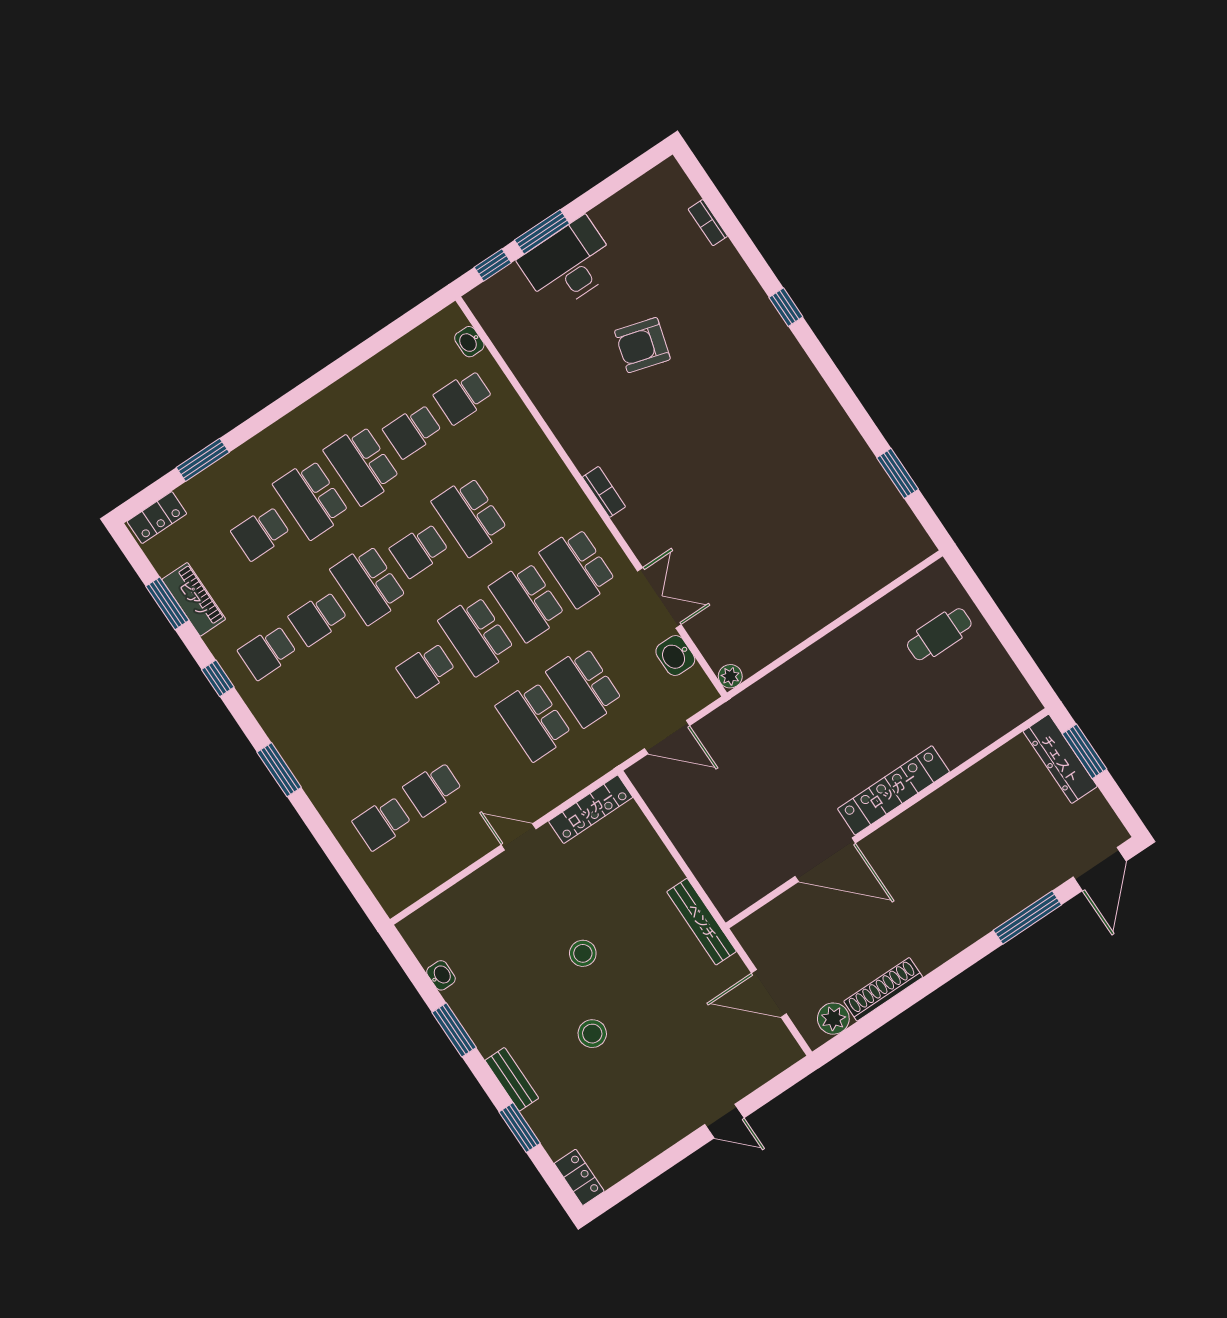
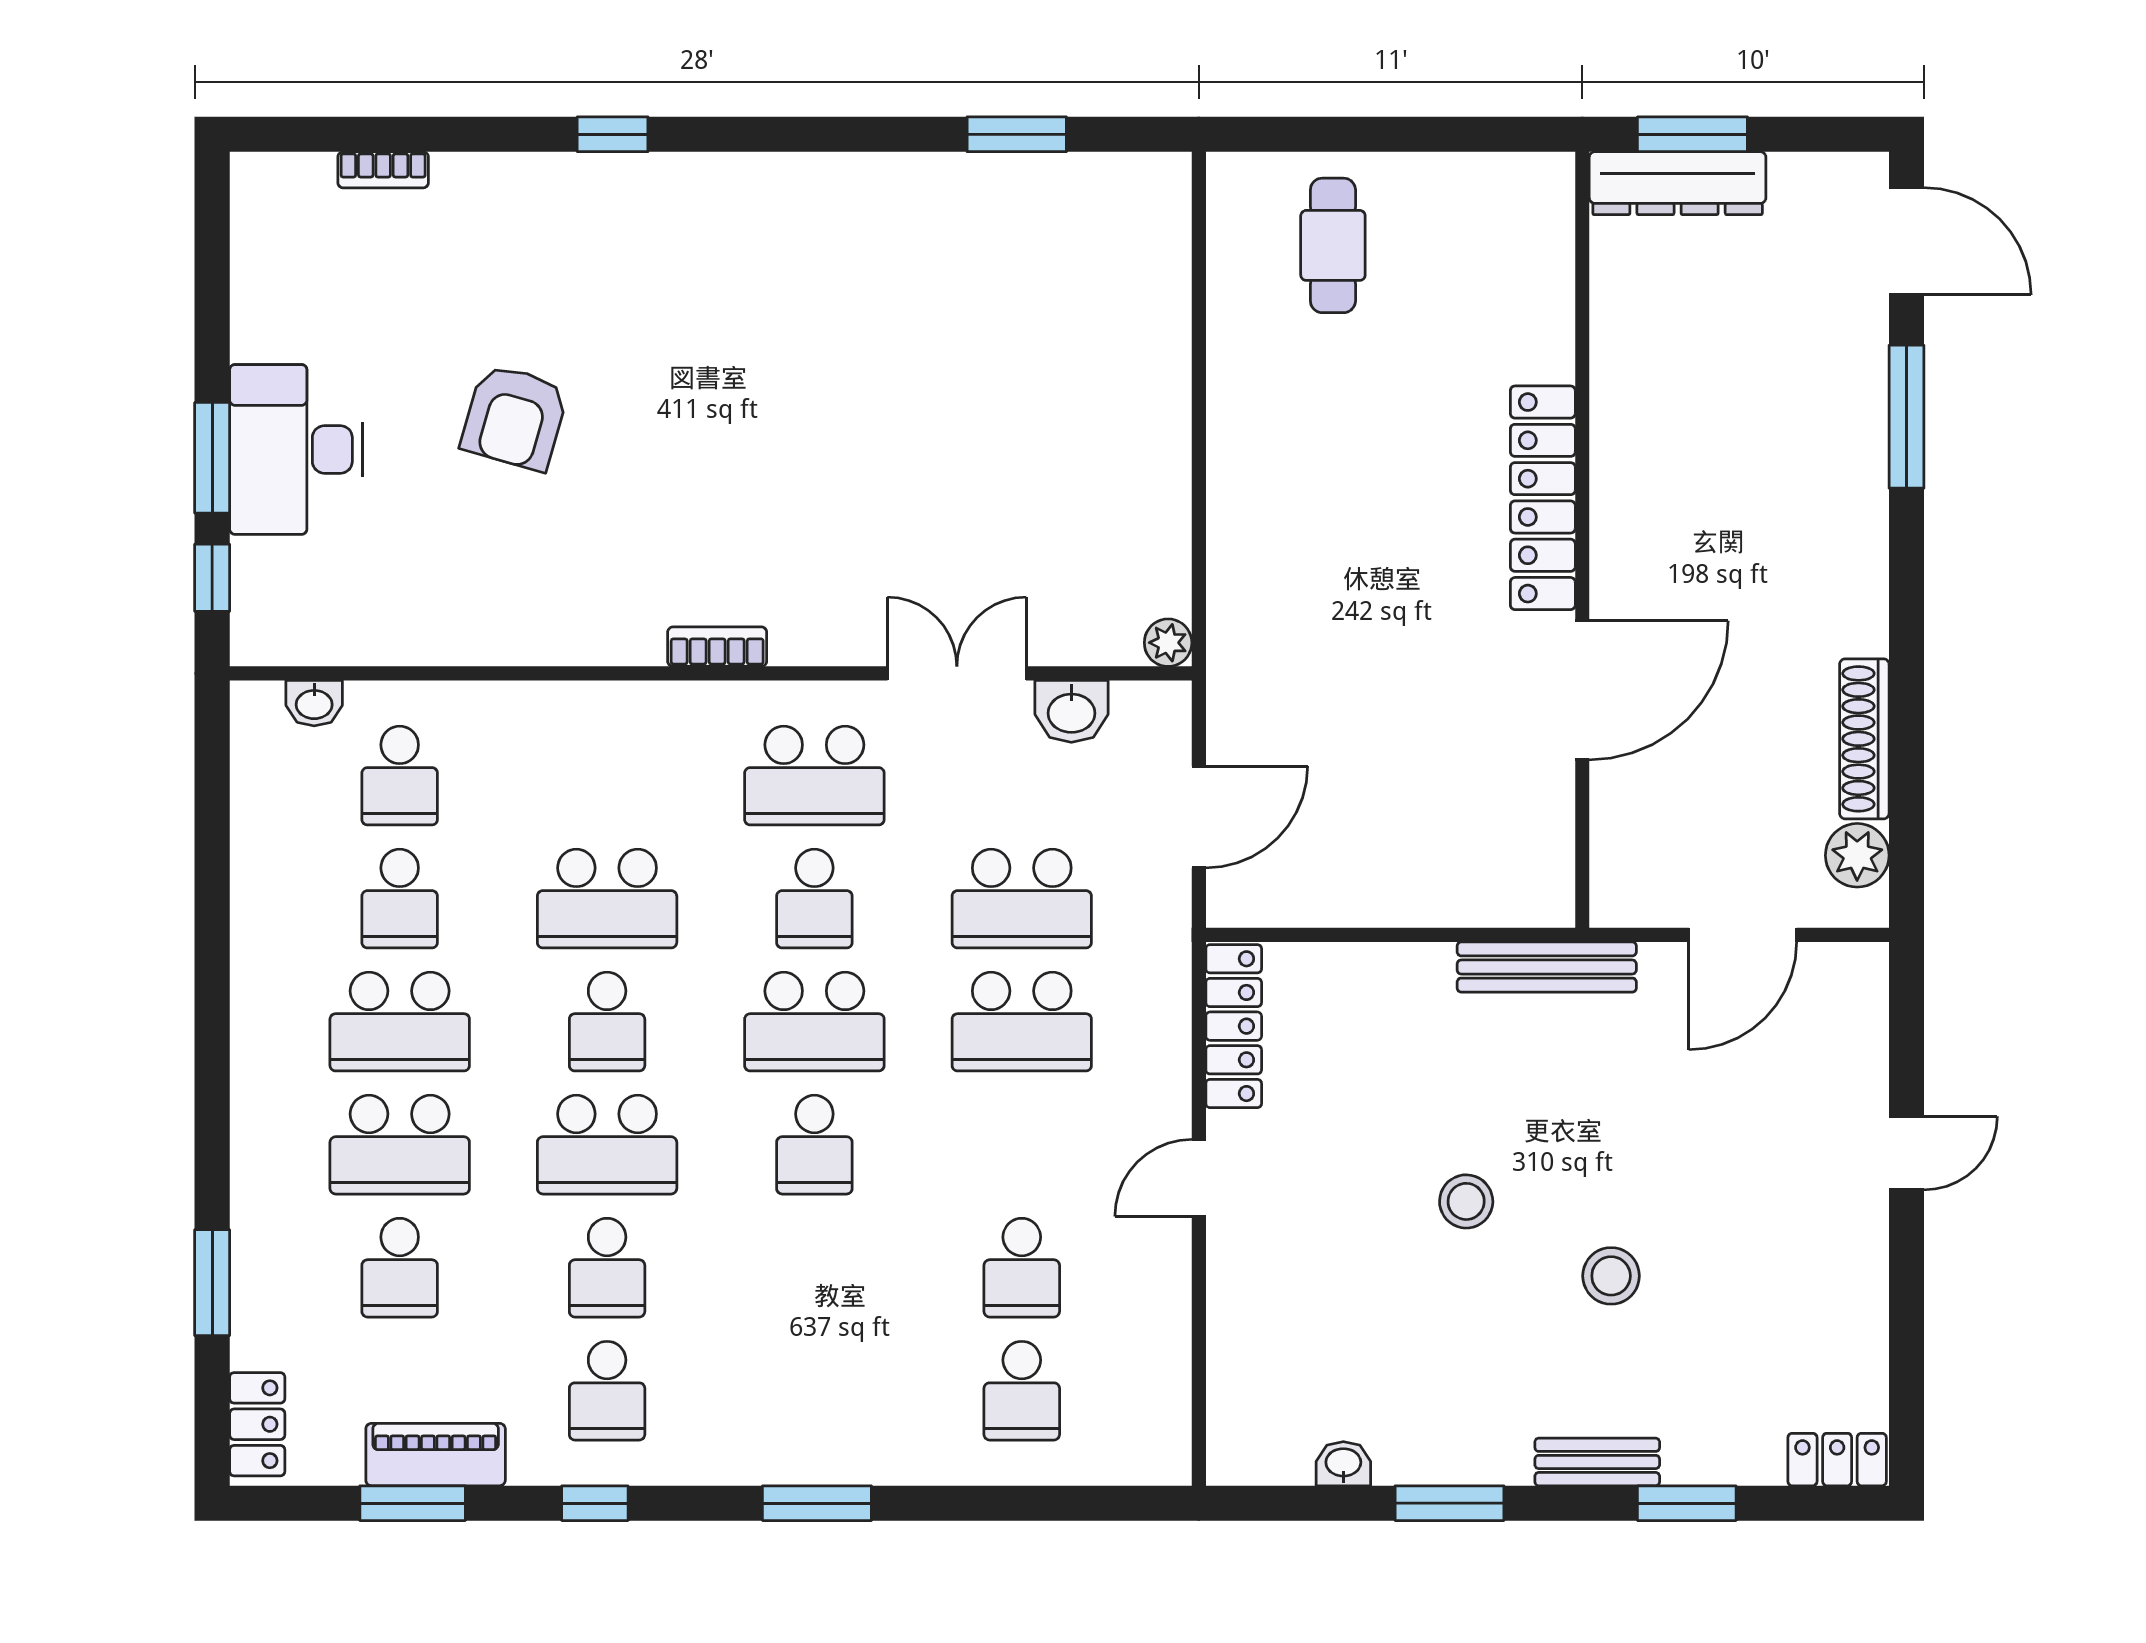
school desk: (527, 601) -> (814, 899), width x0.54

